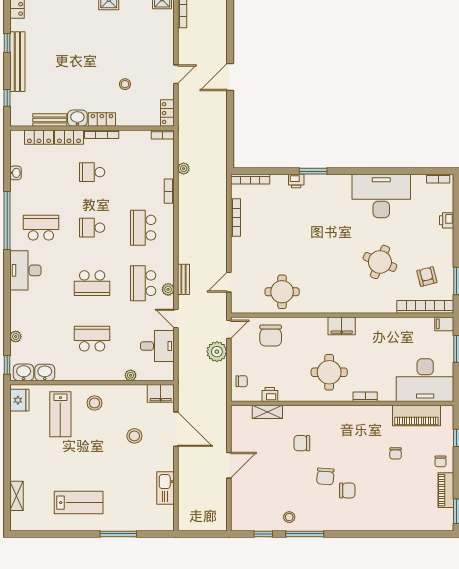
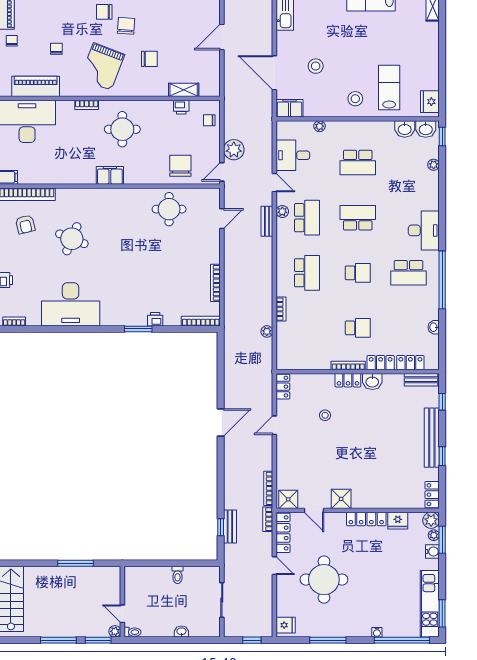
bench: (50, 120) -> (421, 380), moved
bookcase: (163, 134) -> (288, 365), removed
grand piano: (349, 435) -> (102, 67), added

